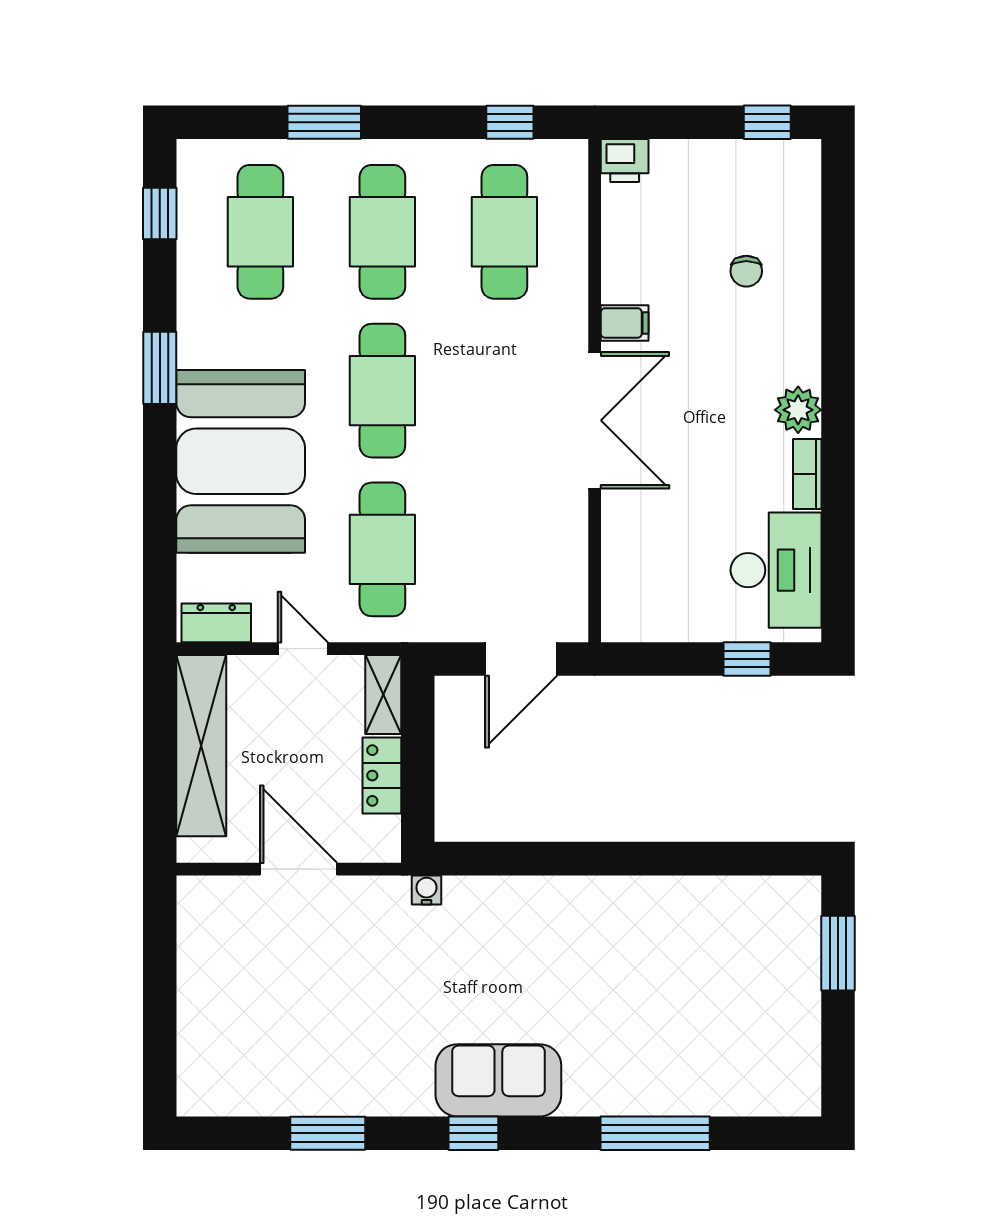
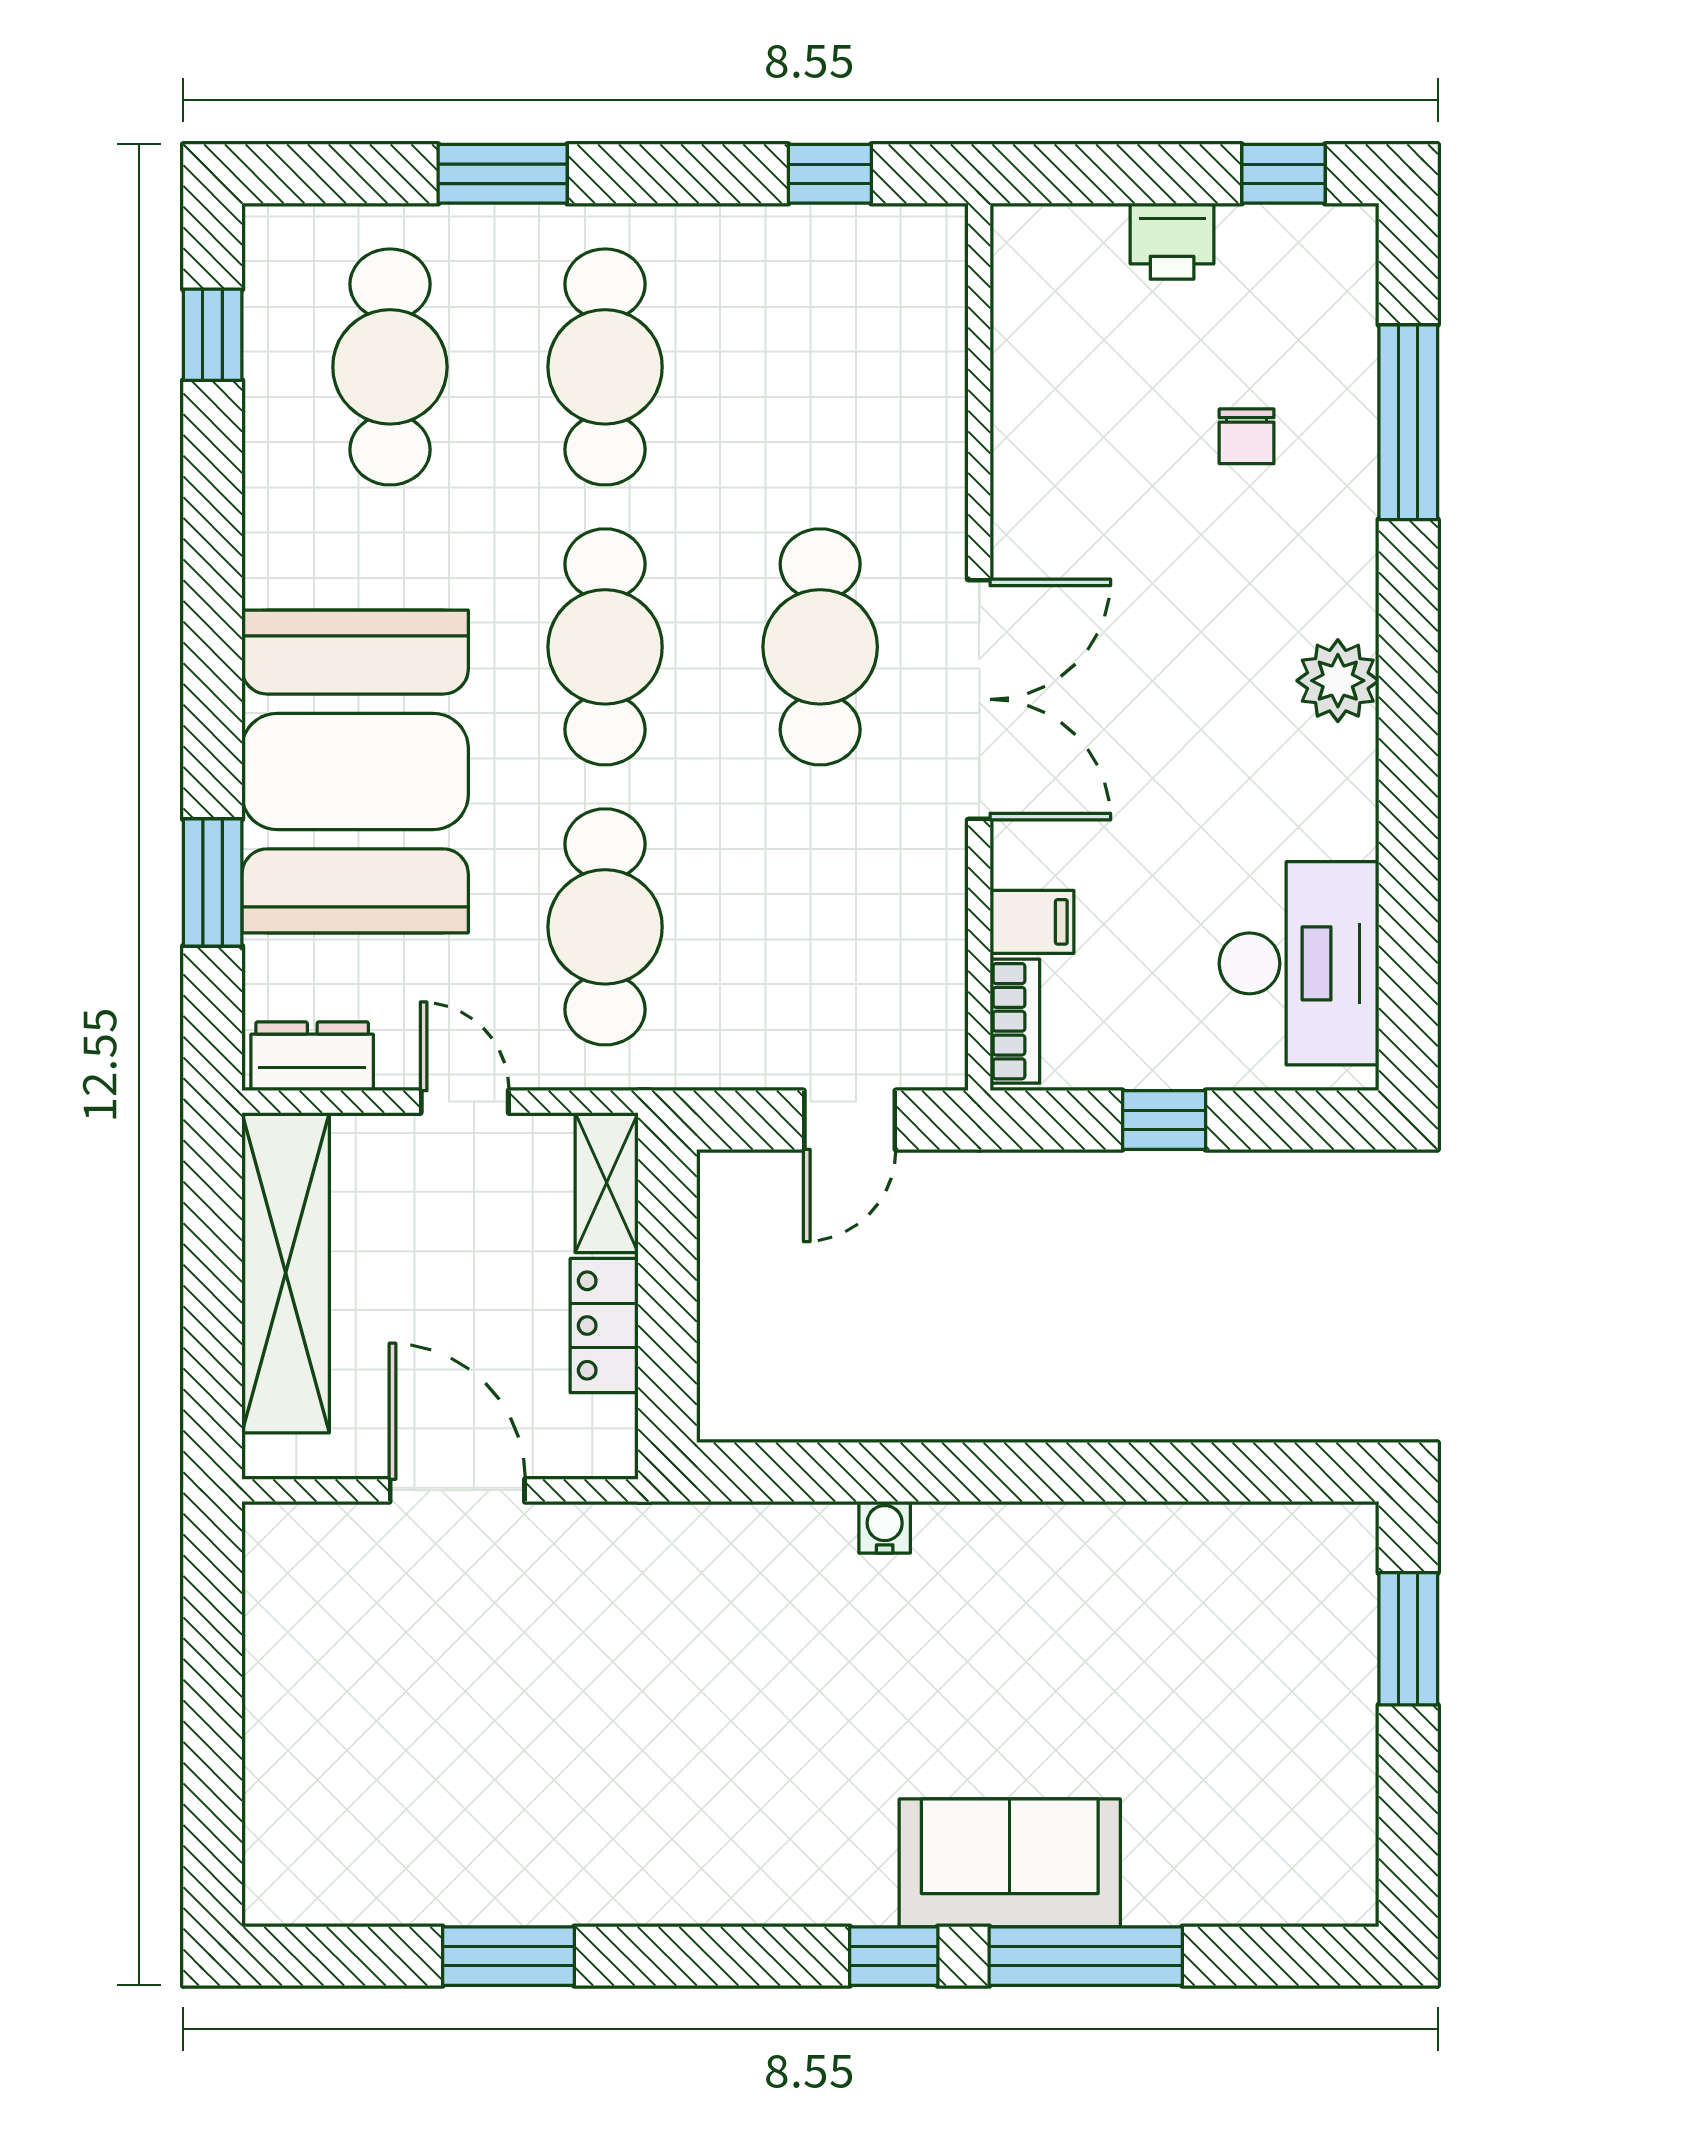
printer: (625, 160) -> (1172, 241), moved
cafe table: (504, 232) -> (820, 647), moved
window: (838, 263) -> (1408, 422), added
filing cabinet: (625, 323) -> (1032, 922), moved
window: (160, 368) -> (213, 883), moved
bookcase: (807, 474) -> (1015, 1021), moved, turned 180
door: (521, 659) -> (850, 1120), width x0.73
window: (747, 659) -> (1164, 1120), moved
water cooler: (427, 890) -> (885, 1527), moved
sofa: (498, 1080) -> (1010, 1863), moved
window: (473, 1133) -> (894, 1956), moved

